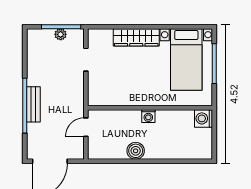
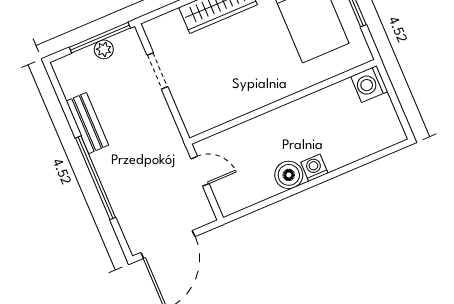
bench: (33, 104) -> (87, 123), moved
washing machine: (148, 116) -> (314, 168), moved, turned 180
door: (86, 127) -> (200, 171), swing flipped

